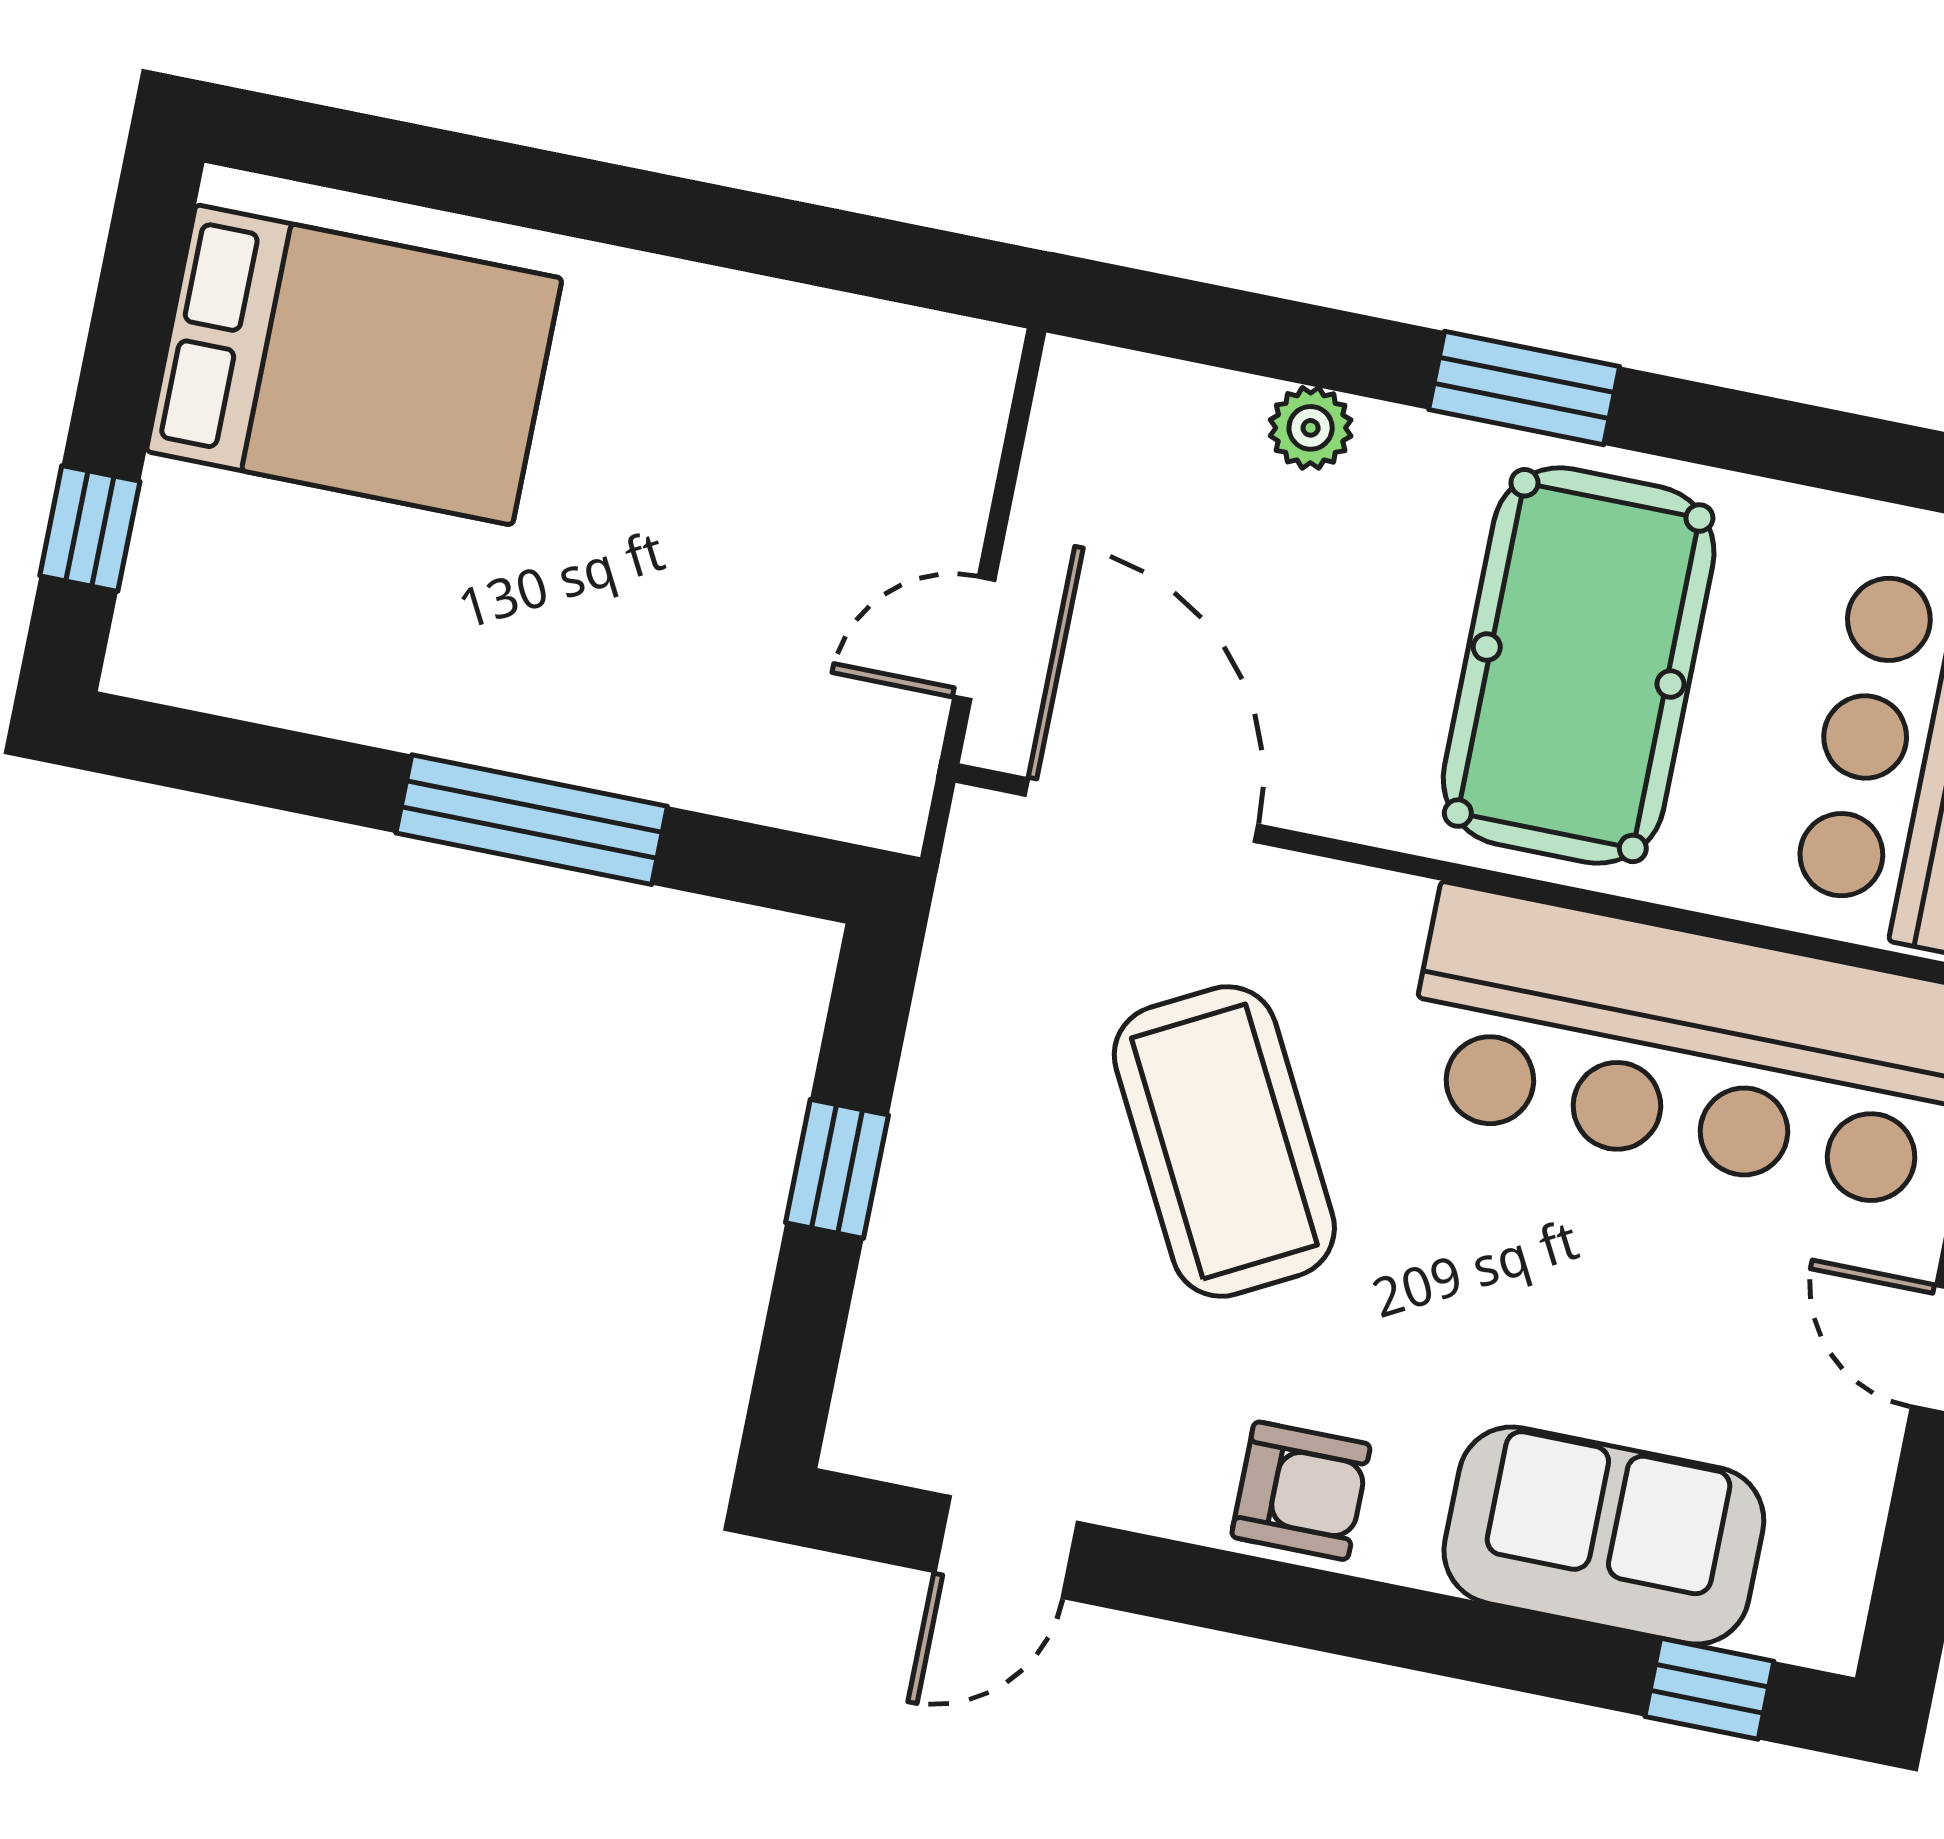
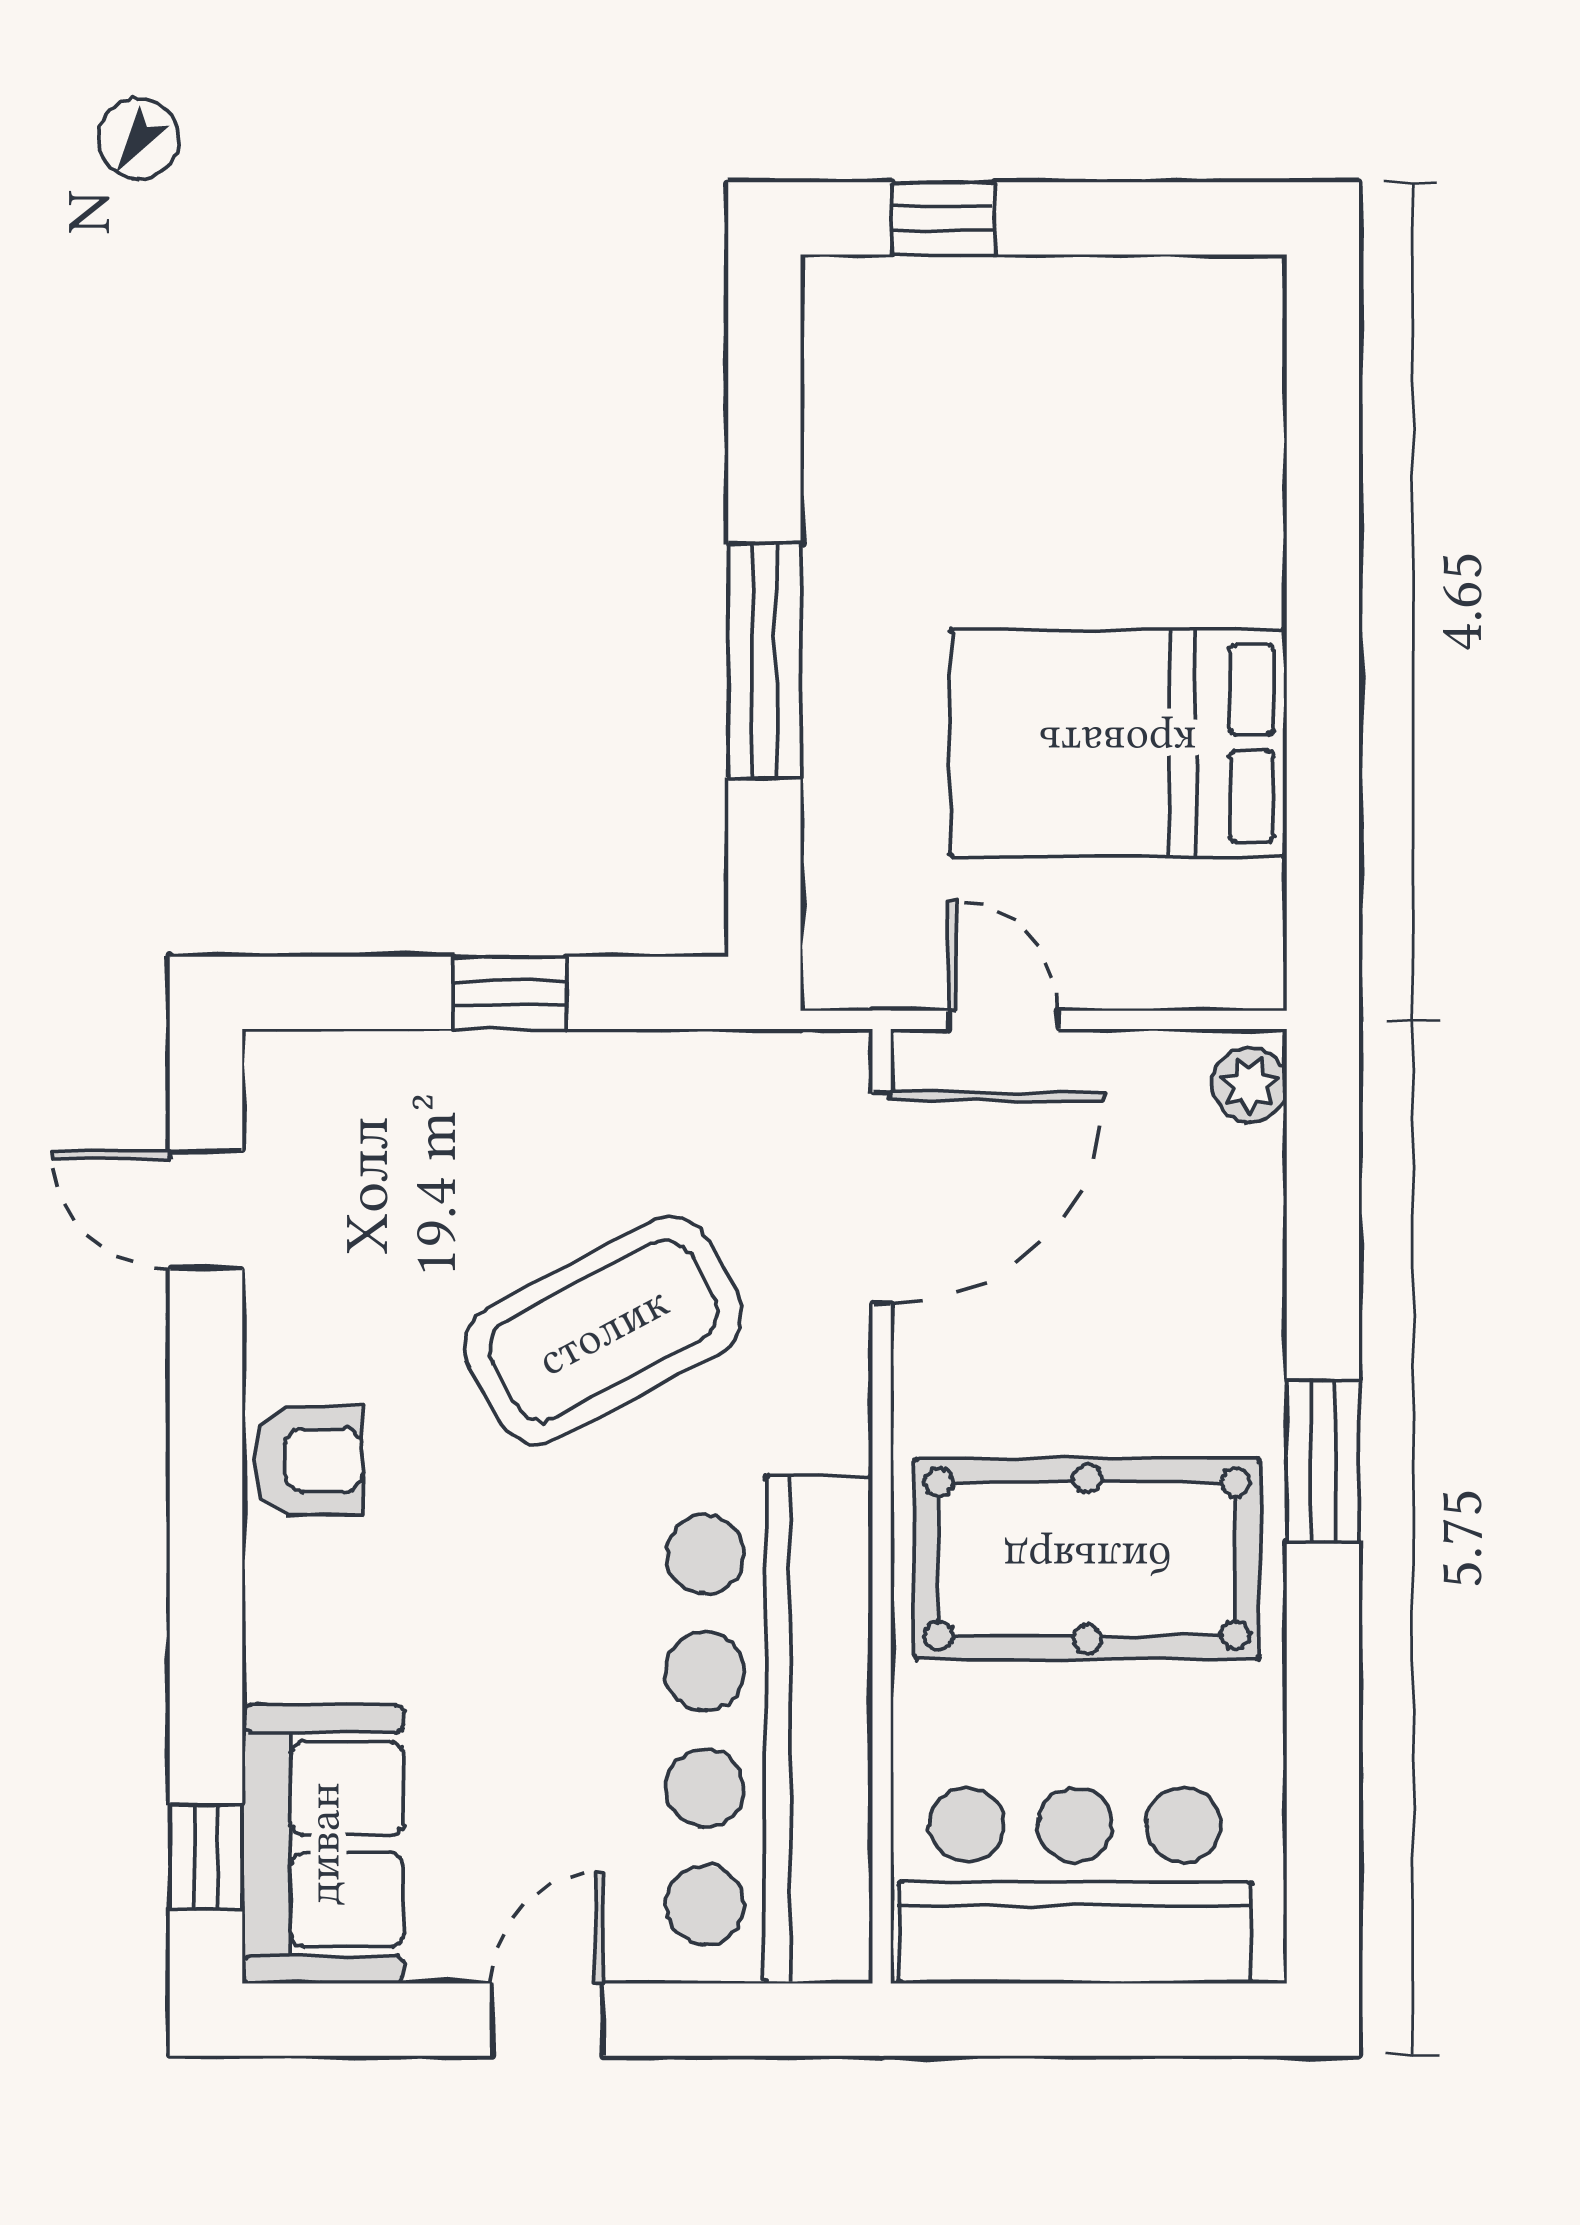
bed: (354, 365) -> (1118, 743), moved, turned 90
plant: (1311, 428) -> (1250, 1085), moved
armchair: (1301, 1491) -> (308, 1460), turned -90
sofa: (1604, 1536) -> (323, 1844), moved

